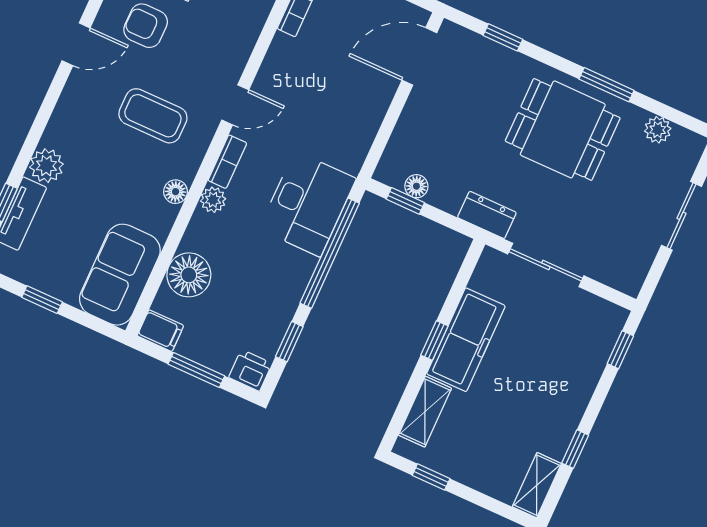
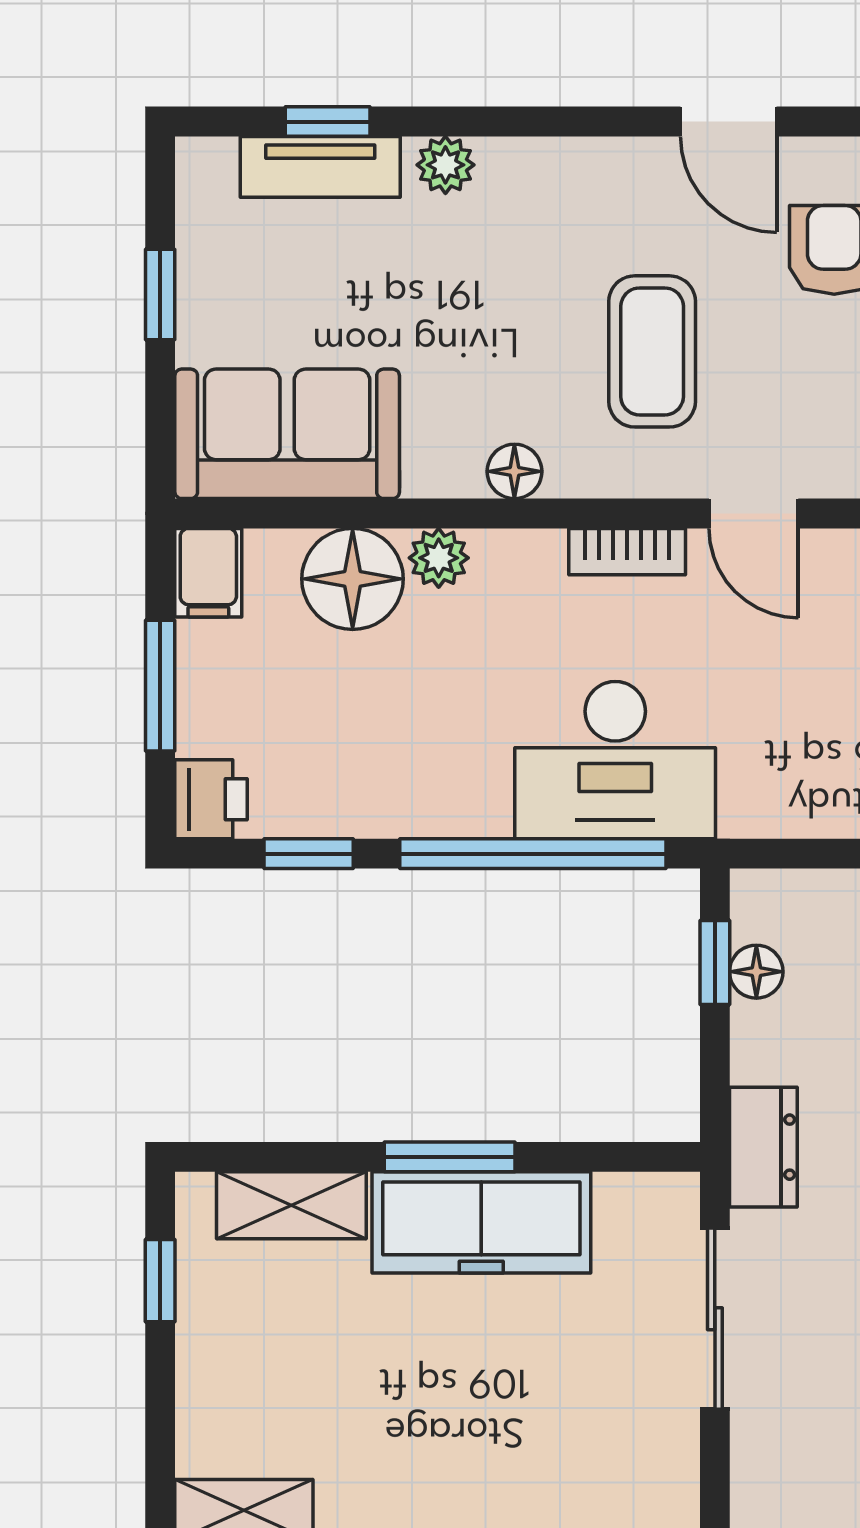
plant: (46, 166) -> (445, 165), width x0.73, depth x0.73
plant: (213, 200) -> (439, 558), moved
window: (434, 341) -> (450, 1157), width x1.50

